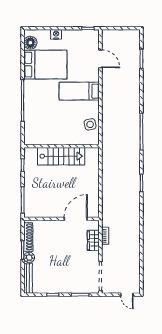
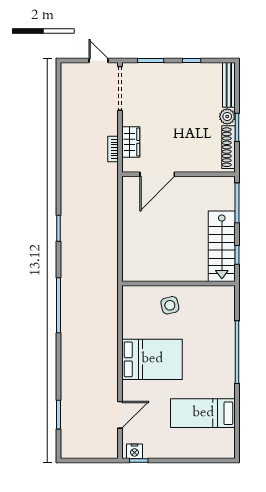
nightstand: (56, 34) -> (134, 451), moved
floor lamp: (30, 43) -> (225, 439), removed
door: (100, 59) -> (120, 415), swing flipped
bed: (45, 65) -> (203, 413), width x0.67
bed: (79, 91) -> (152, 359), width x1.50
side table: (90, 124) -> (170, 305), moved
stairs: (61, 156) -> (222, 246), moved, turned -90
door: (127, 295) -> (98, 61), moved

